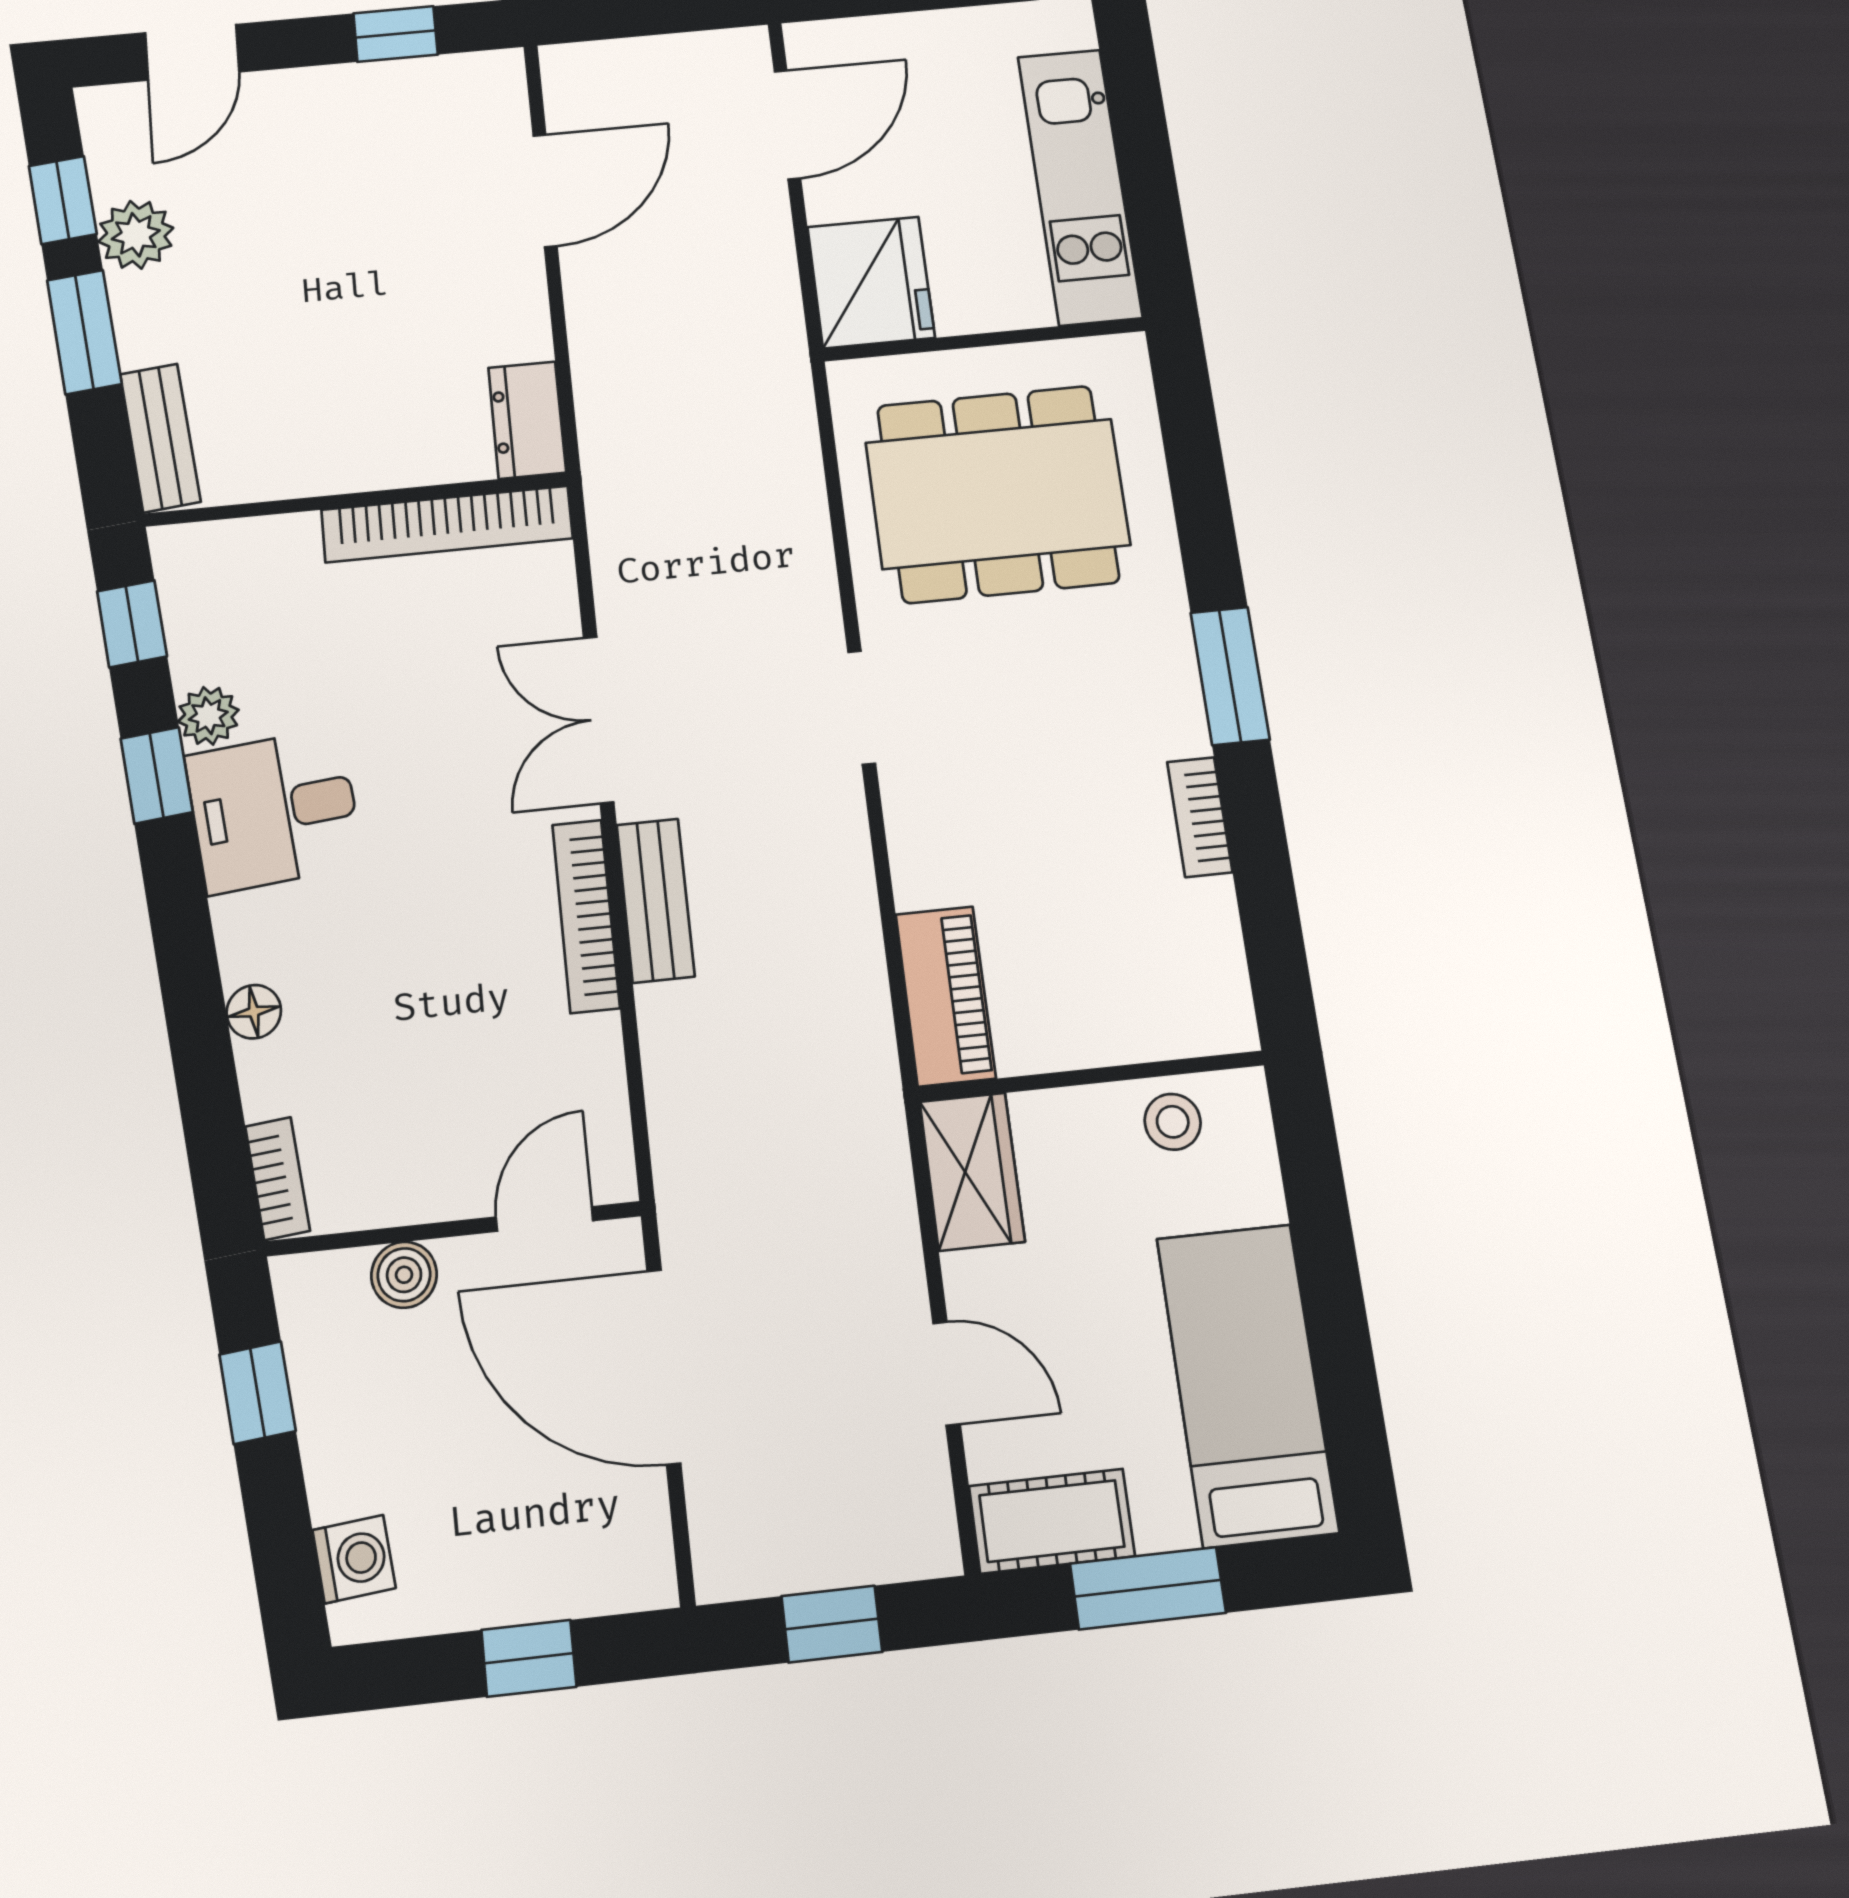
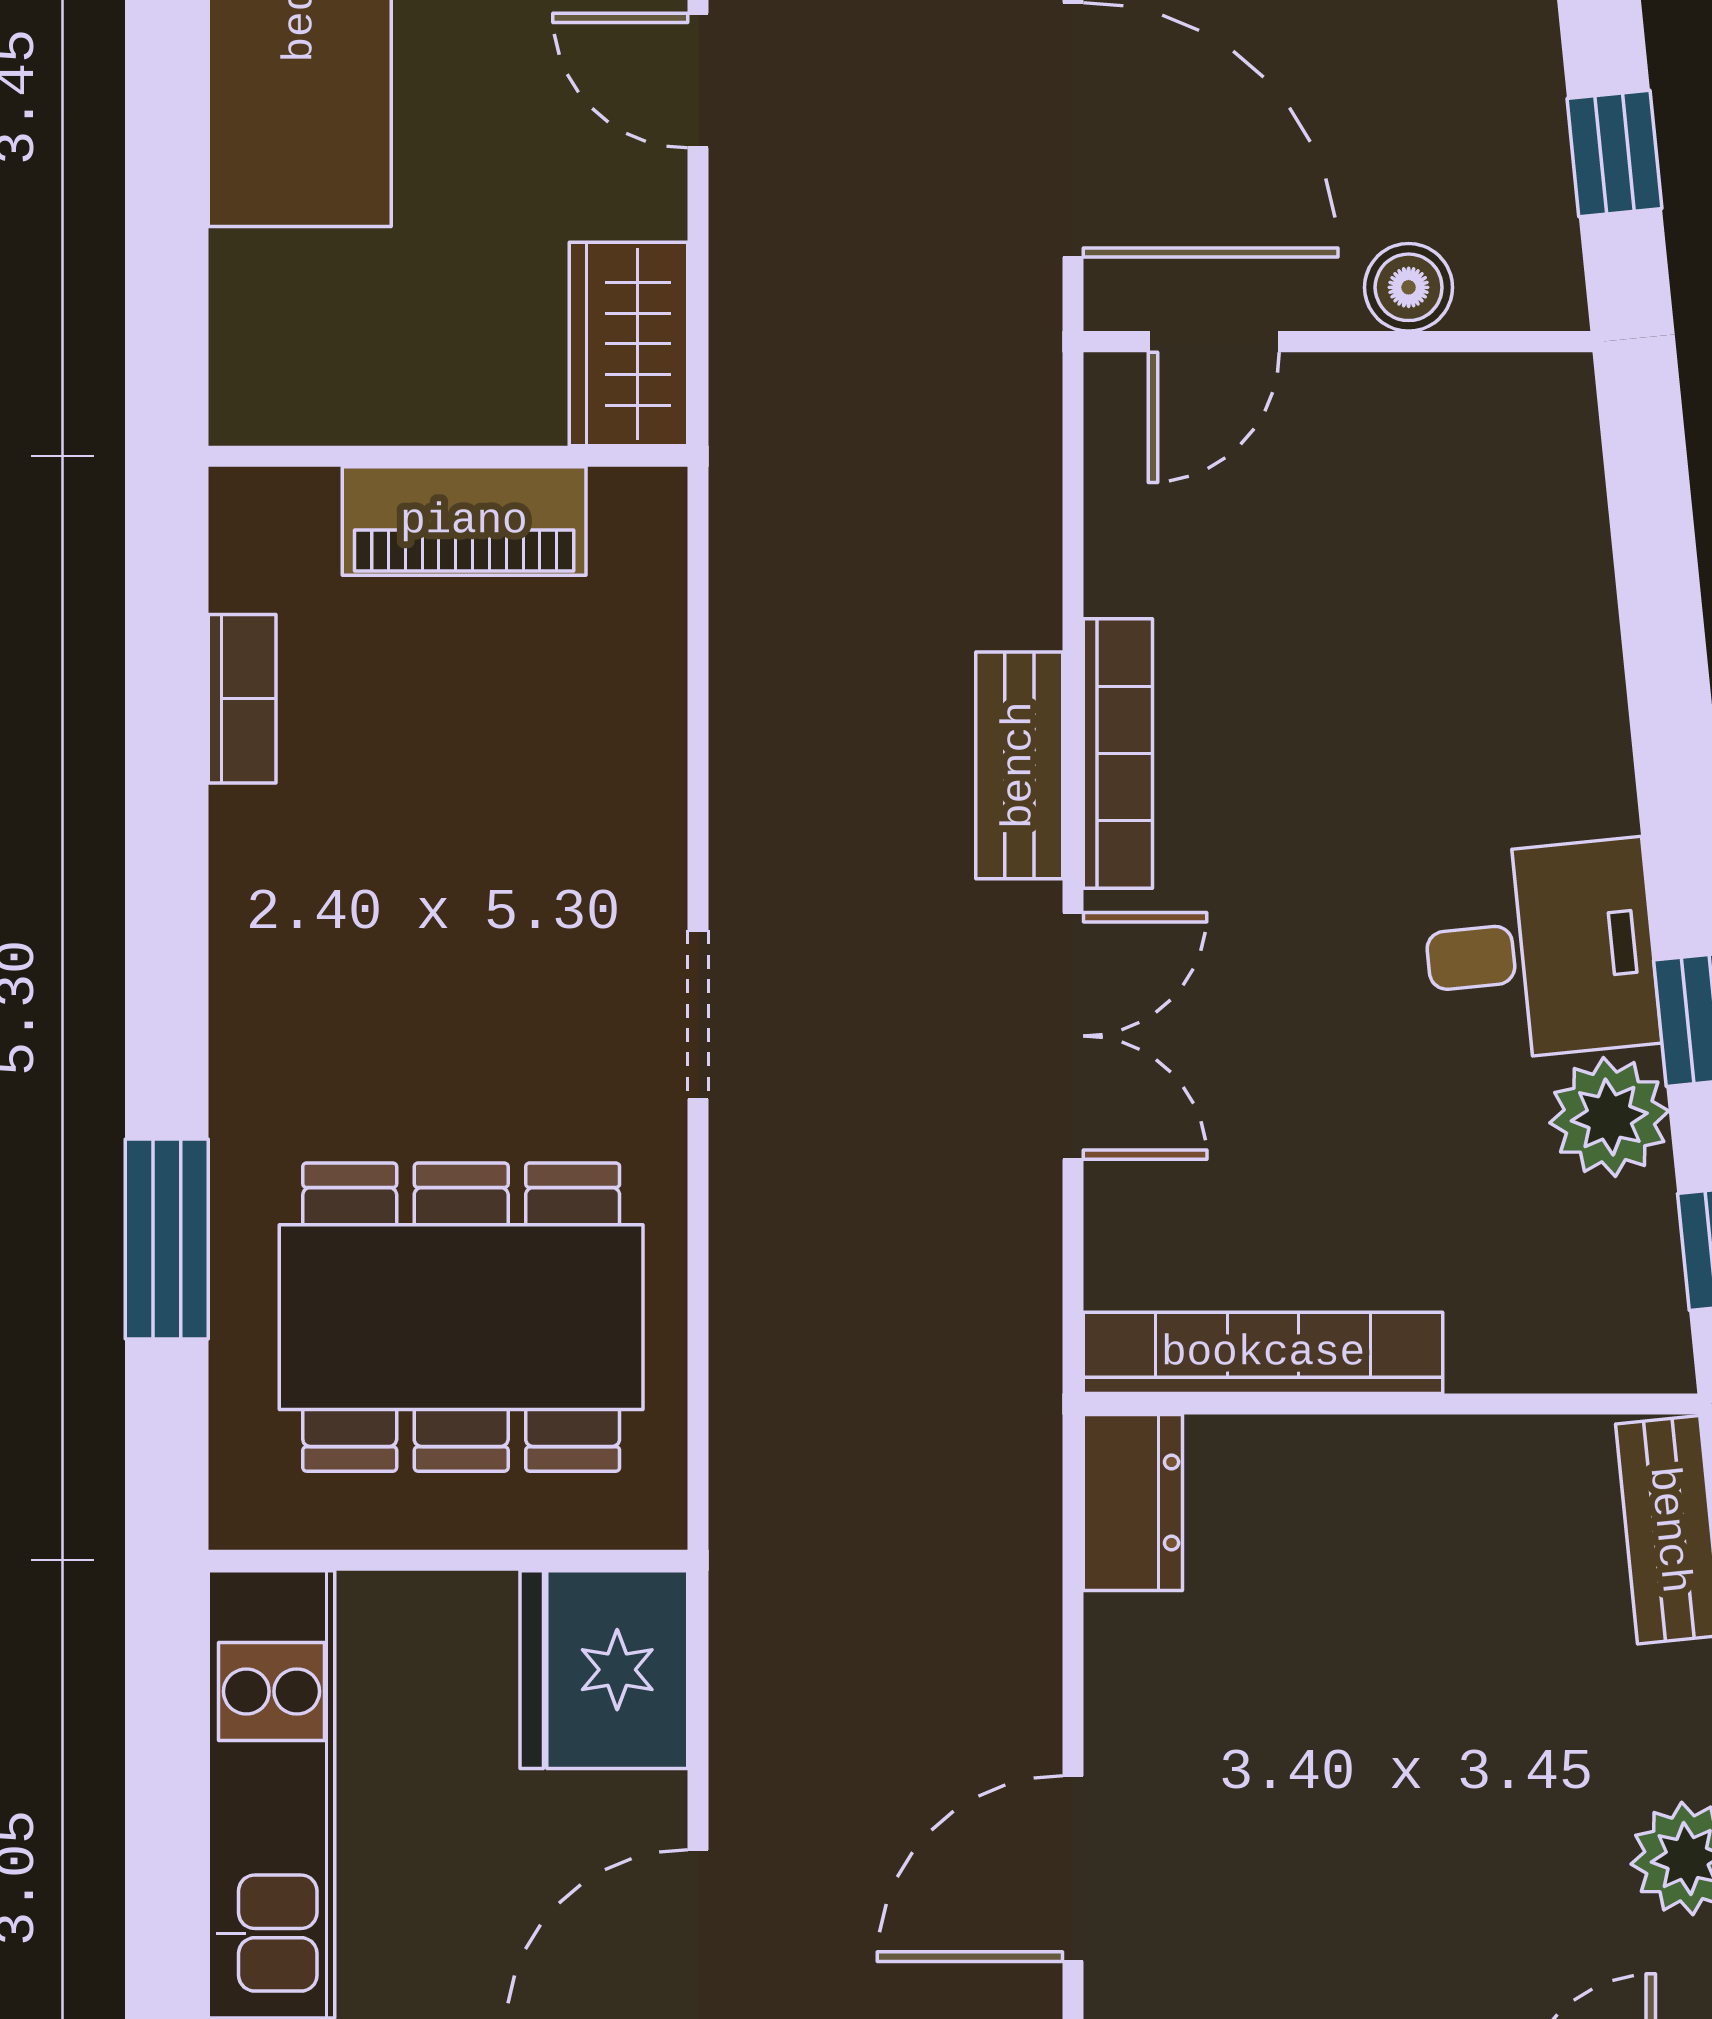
window: (1230, 676) -> (167, 1239), moved
plant: (208, 716) -> (1609, 1117), width x1.38, depth x1.38
bookcase: (1200, 817) -> (242, 699), moved
piano: (945, 996) -> (464, 521), moved, turned -90
floor lamp: (254, 1012) -> (1587, 667), removed
stool: (1173, 1122) -> (346, 382), removed
bookcase: (278, 1178) -> (1569, 434), removed

